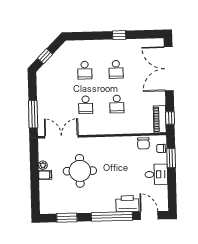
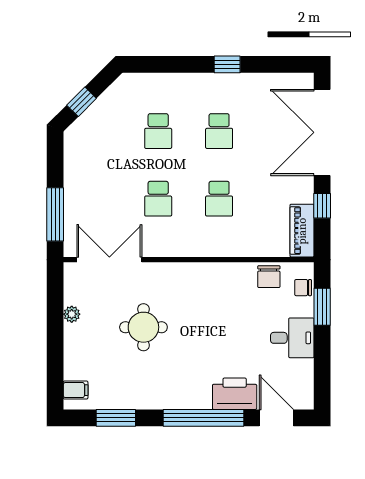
window: (170, 118) -> (322, 206), moved
round table: (80, 171) -> (143, 327), width x0.73, depth x0.73
filing cabinet: (45, 175) -> (76, 390), moved

